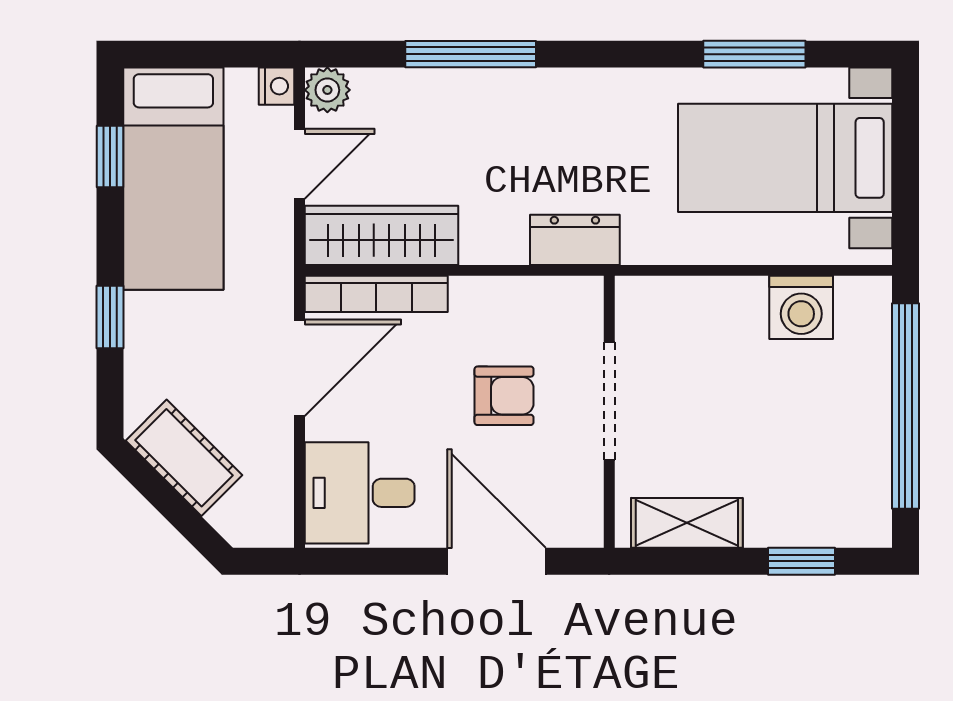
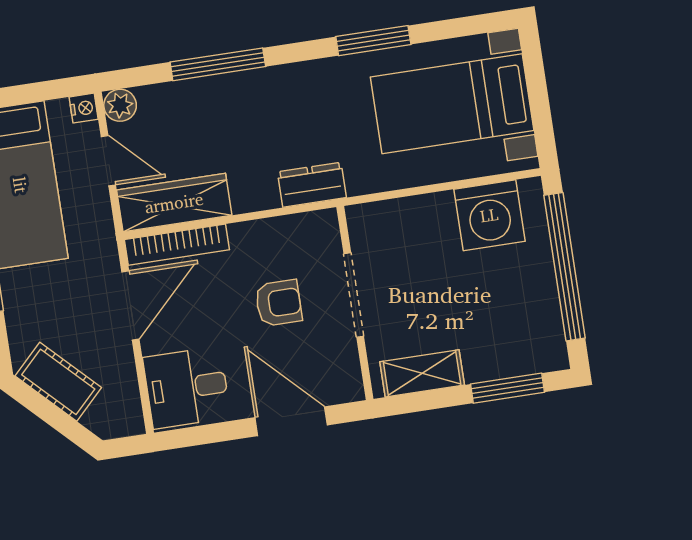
window: (754, 54) -> (373, 41), moved
door: (300, 164) -> (108, 161), hinge flipped
washing machine: (801, 307) -> (489, 215), width x1.37, depth x1.37
window: (801, 561) -> (508, 388), width x1.50

